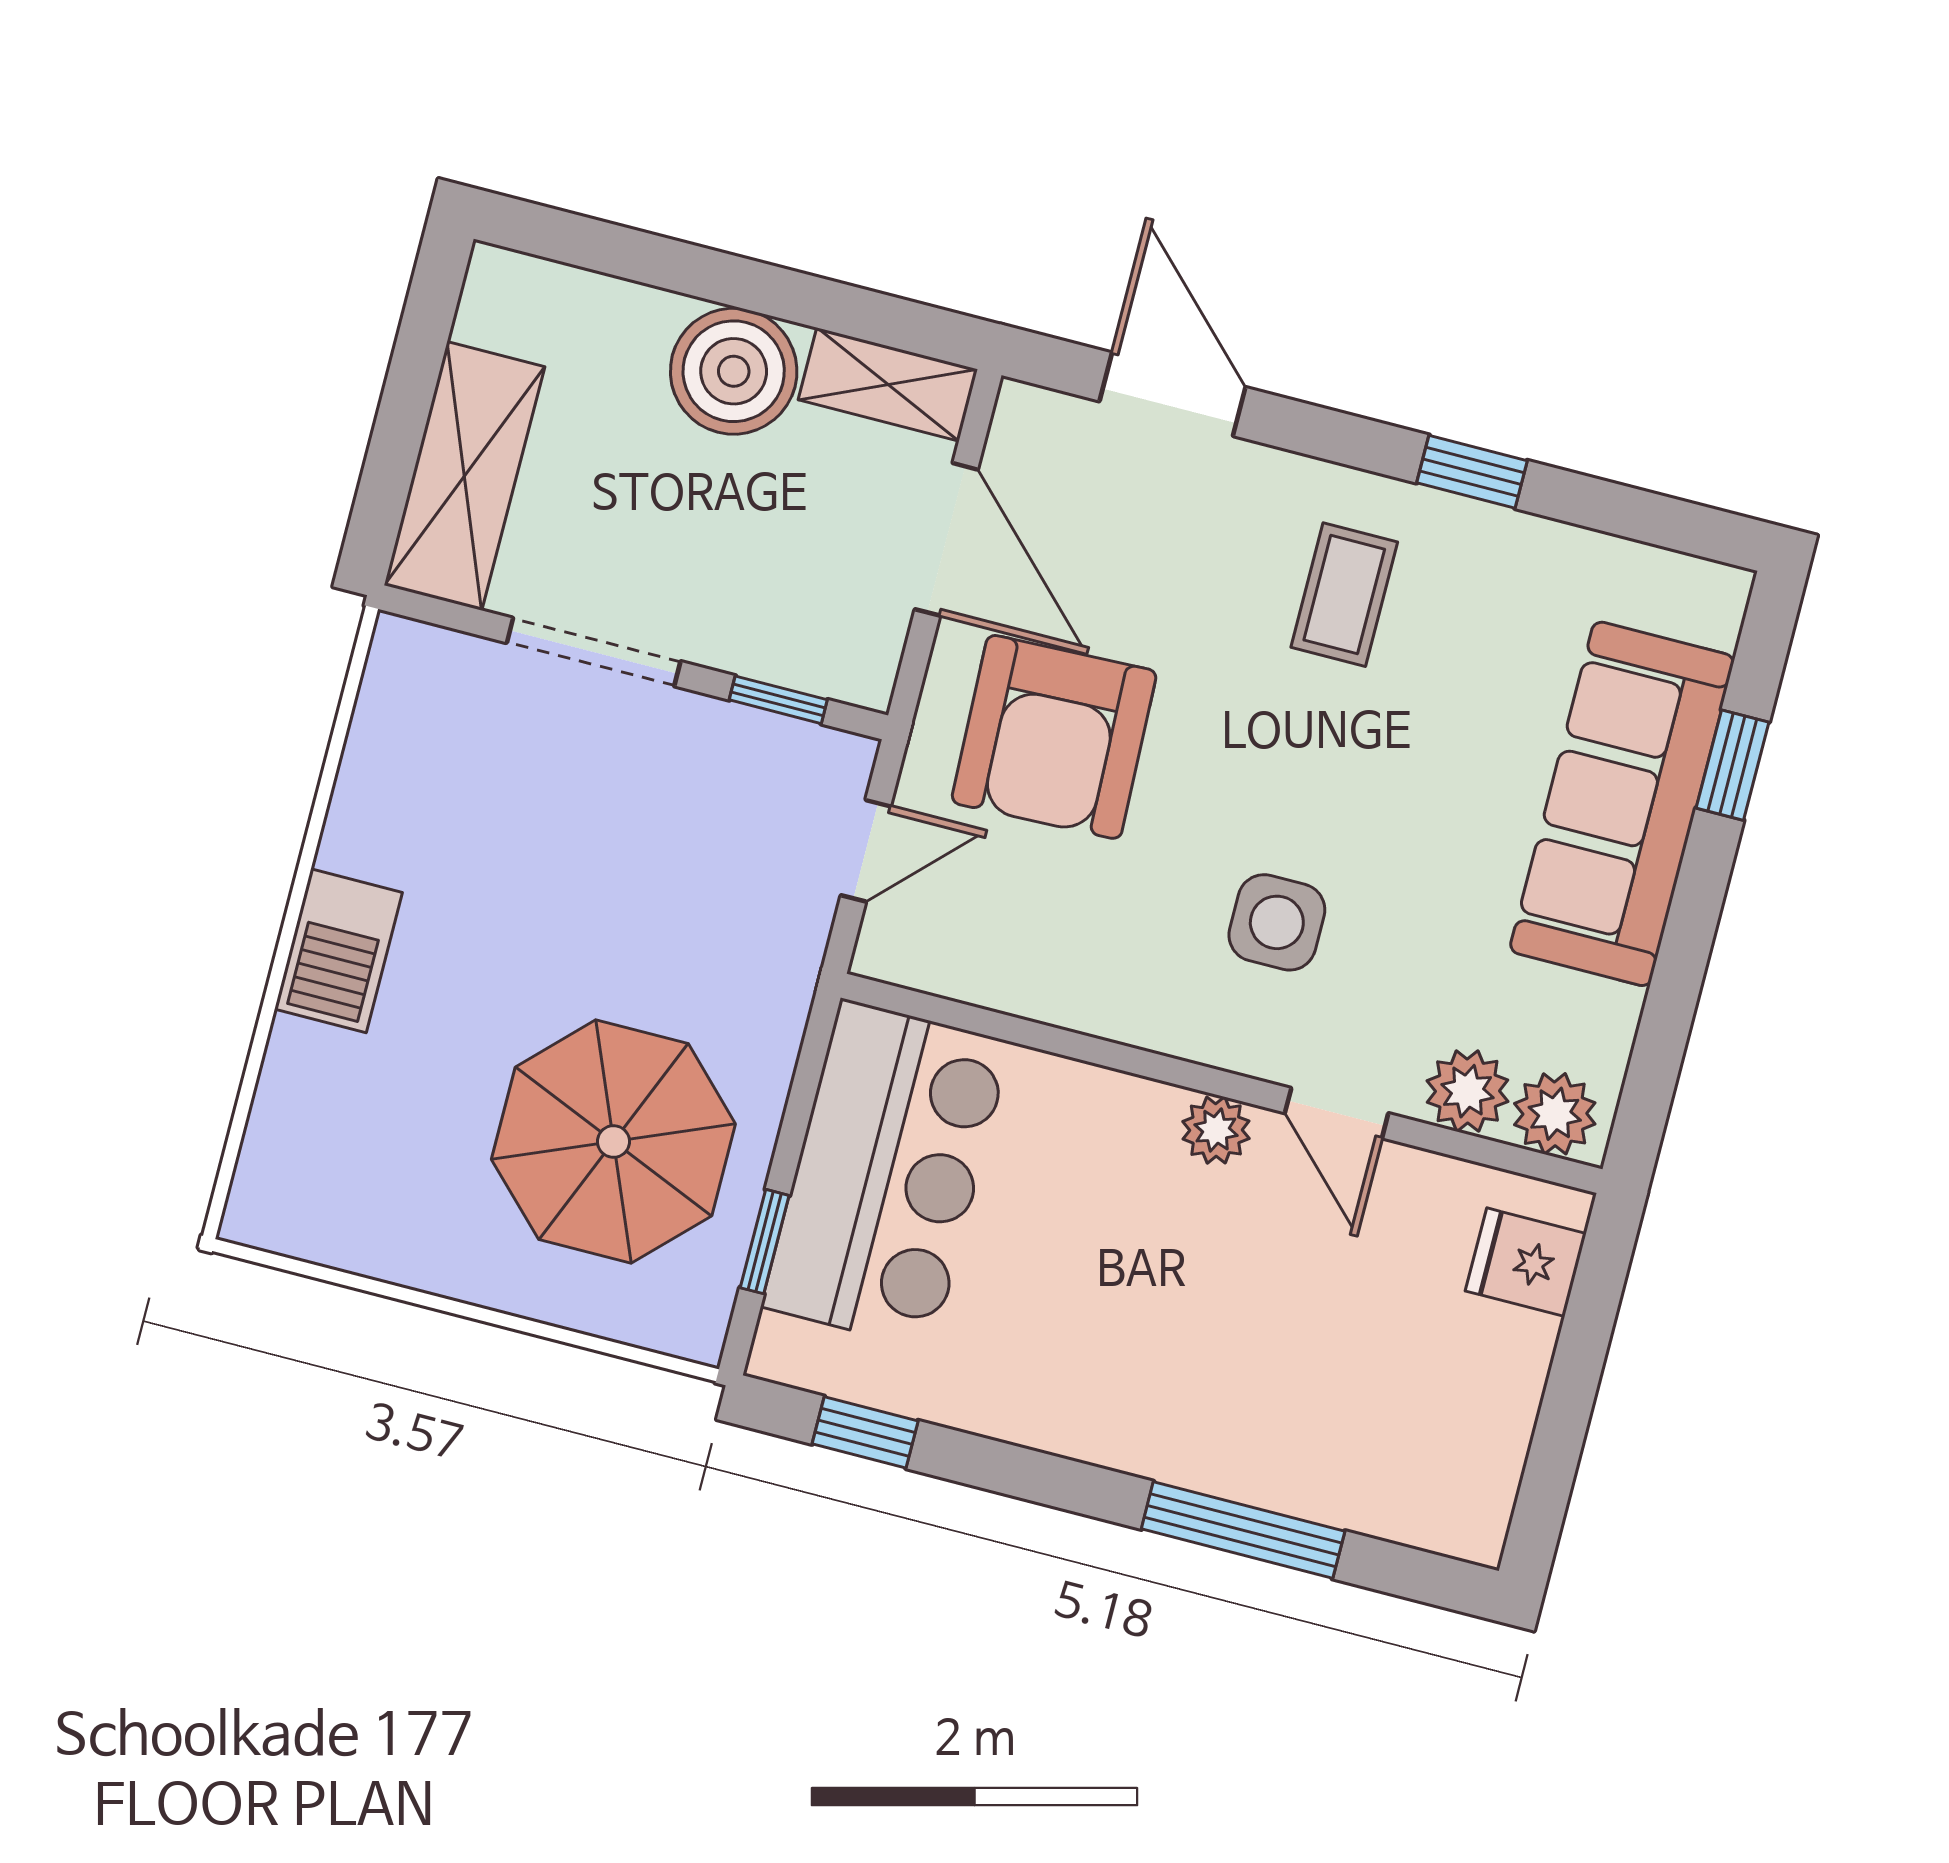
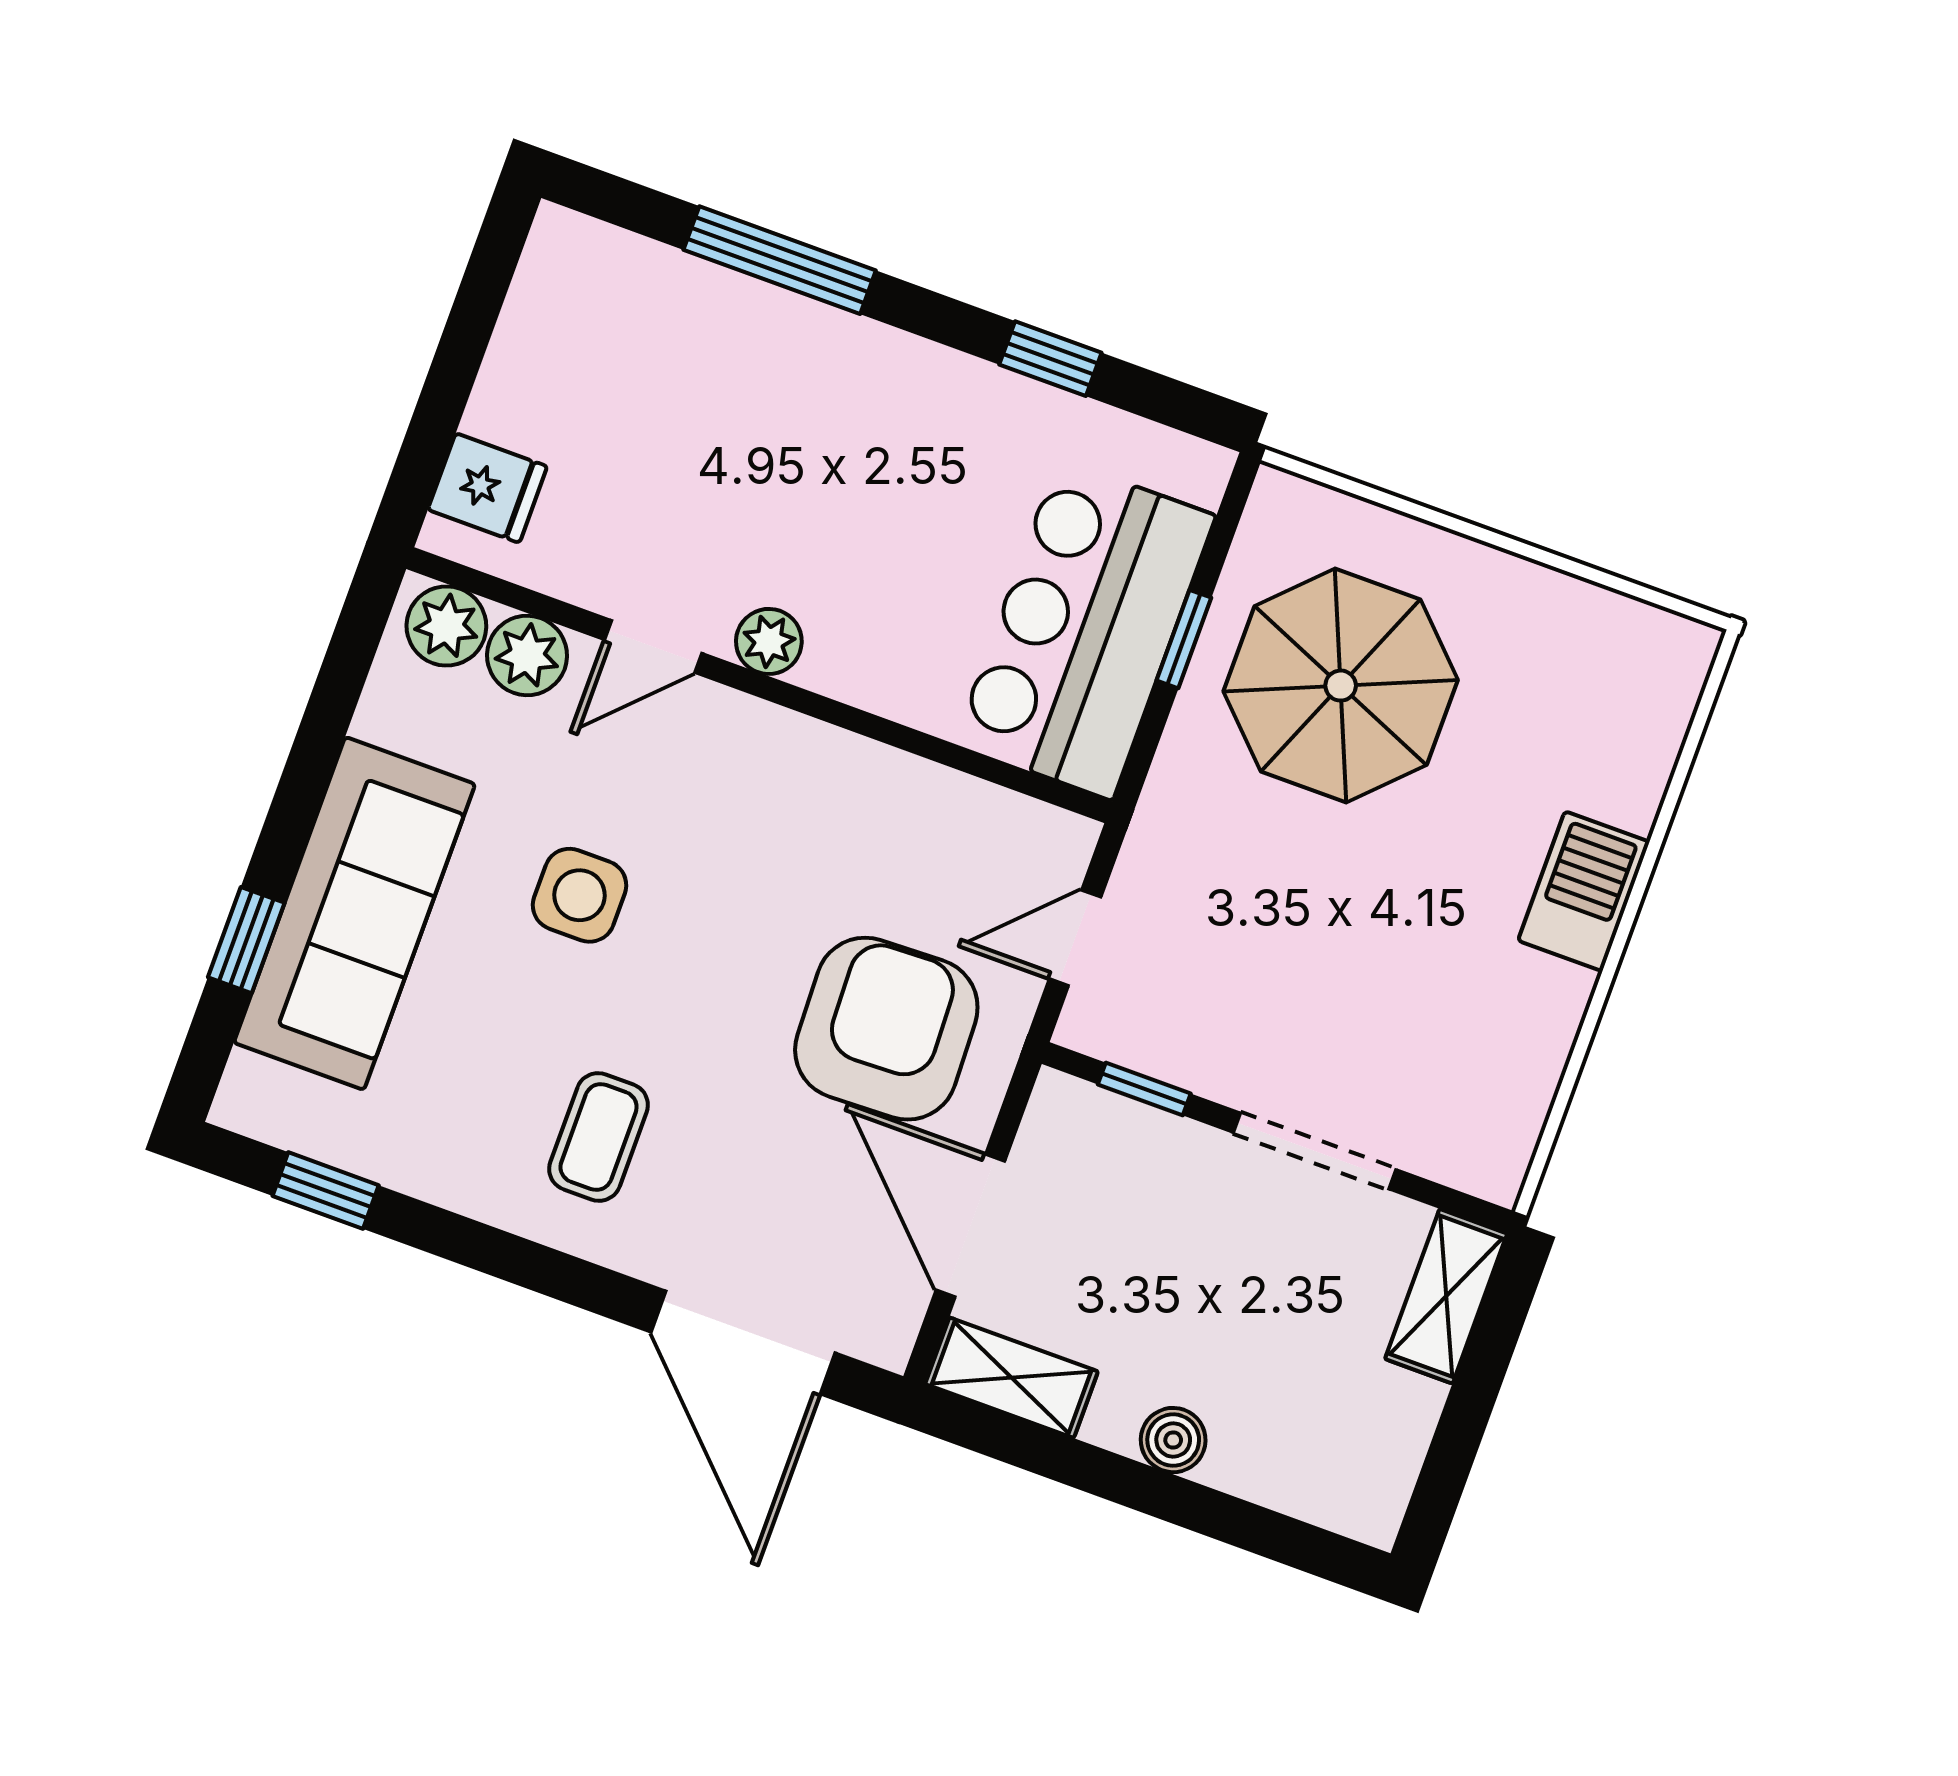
boiler: (734, 371) -> (1173, 1440), width x0.54, depth x0.54
door: (1172, 394) -> (743, 1342), width x1.36
window: (1472, 472) -> (326, 1191), moved
shelving: (464, 476) -> (1446, 1296), width x0.67, depth x0.75
side table: (1277, 922) -> (580, 895), moved
door: (1337, 1113) -> (653, 647), swing flipped
window: (765, 1242) -> (1184, 639), moved
window: (865, 1432) -> (1050, 359), moved

